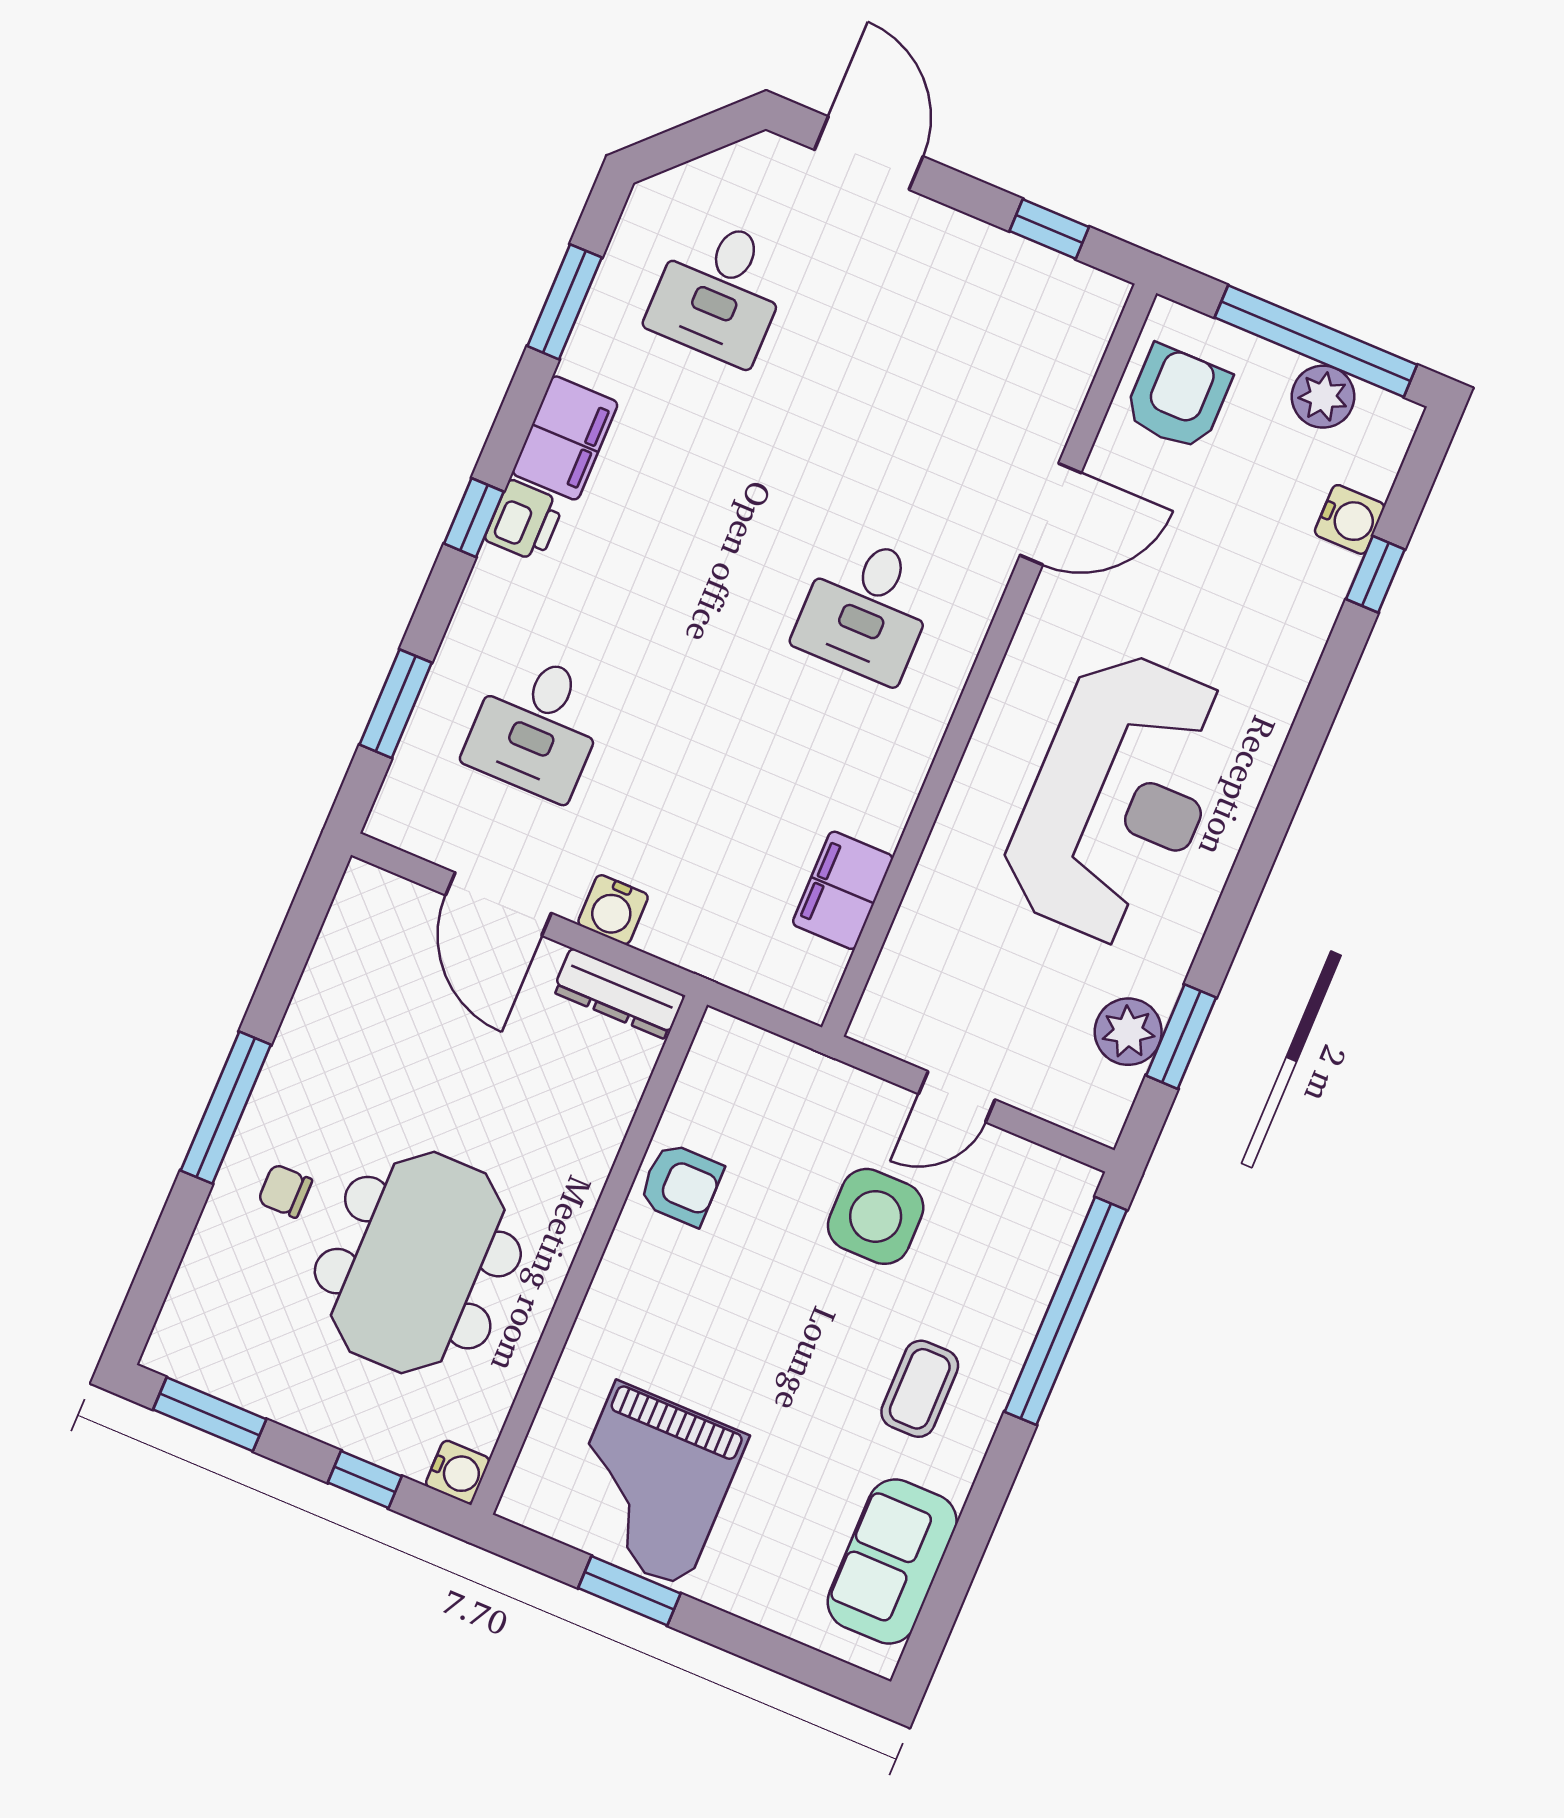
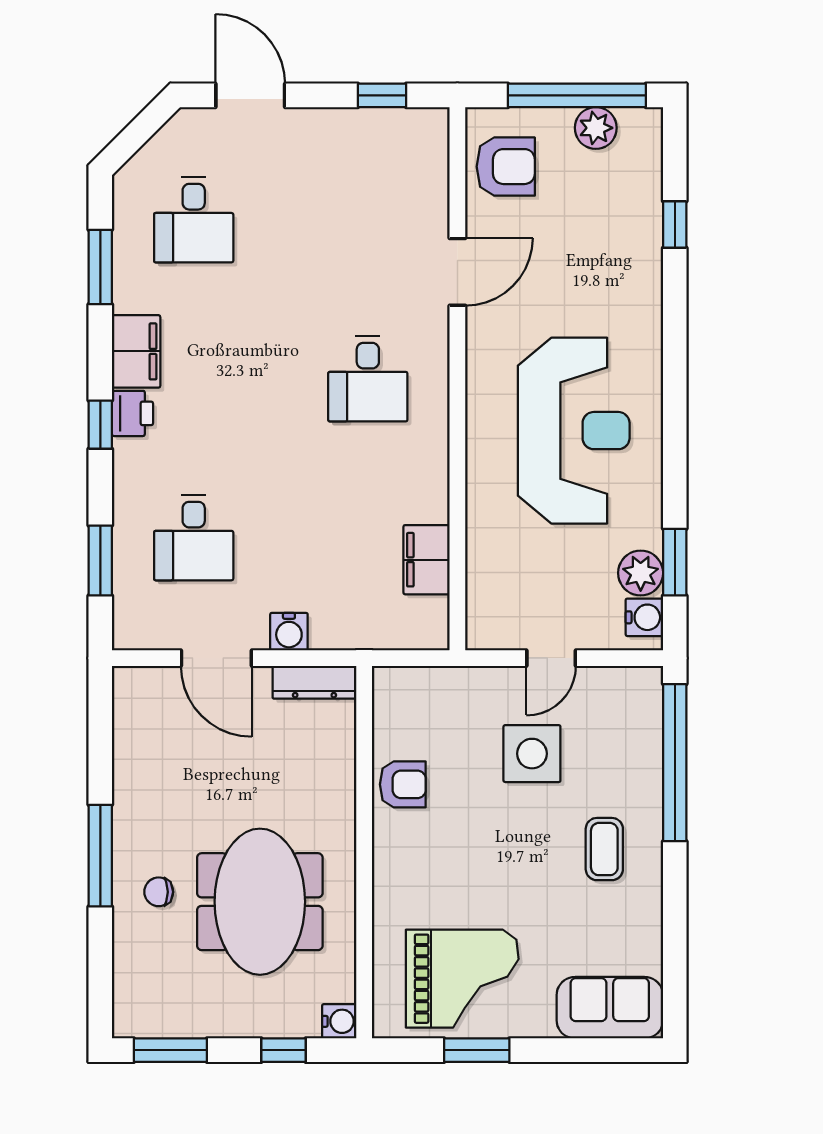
armchair: (1178, 398) -> (506, 167), turned 90
water cooler: (1350, 519) -> (644, 617), moved
grand piano: (651, 1485) -> (462, 979), turned -90
sofa: (892, 1561) -> (610, 1008), moved, turned 90

